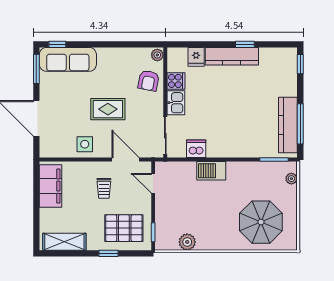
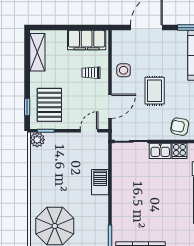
dishwasher: (196, 149) -> (120, 169), removed
trolley: (104, 188) -> (91, 73), moved
plant: (187, 242) -> (37, 140), moved
window: (108, 253) -> (27, 107), moved

